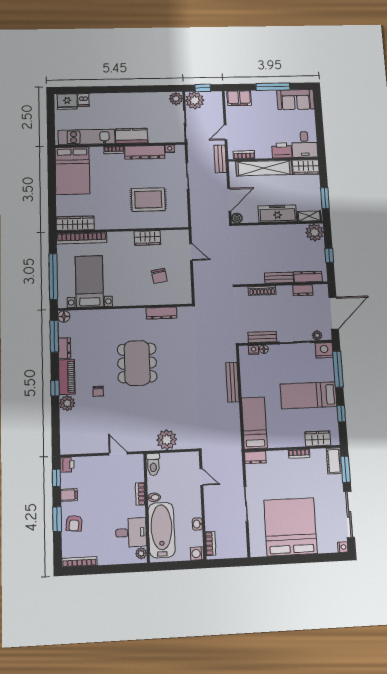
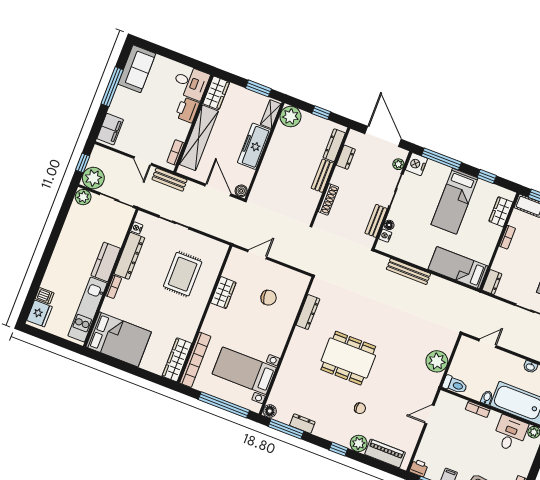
piano: (67, 377) -> (385, 453), moved

